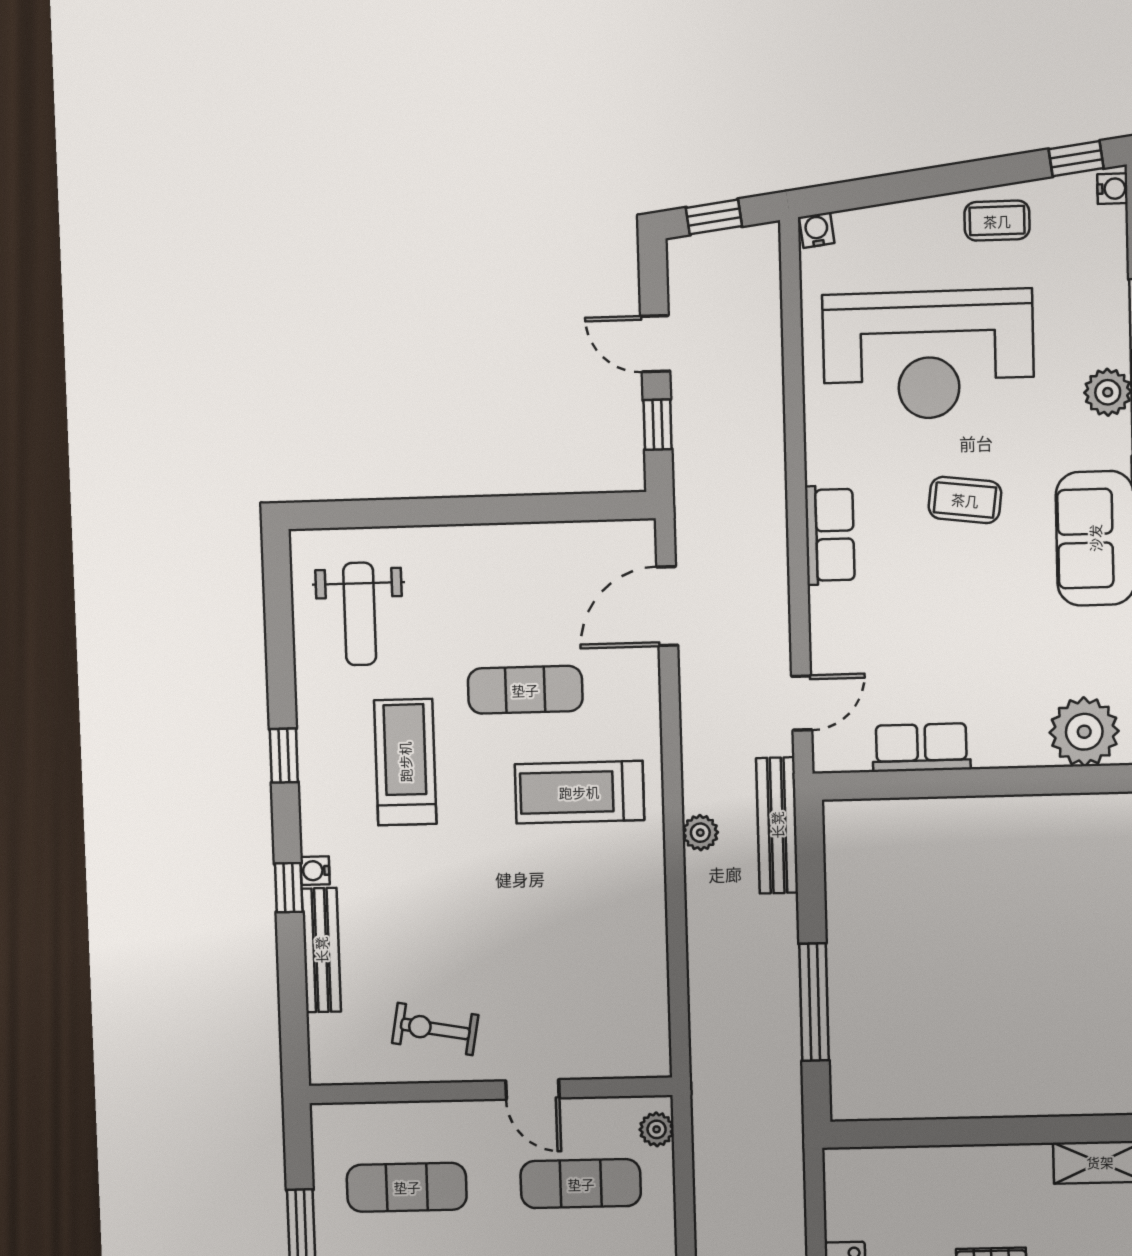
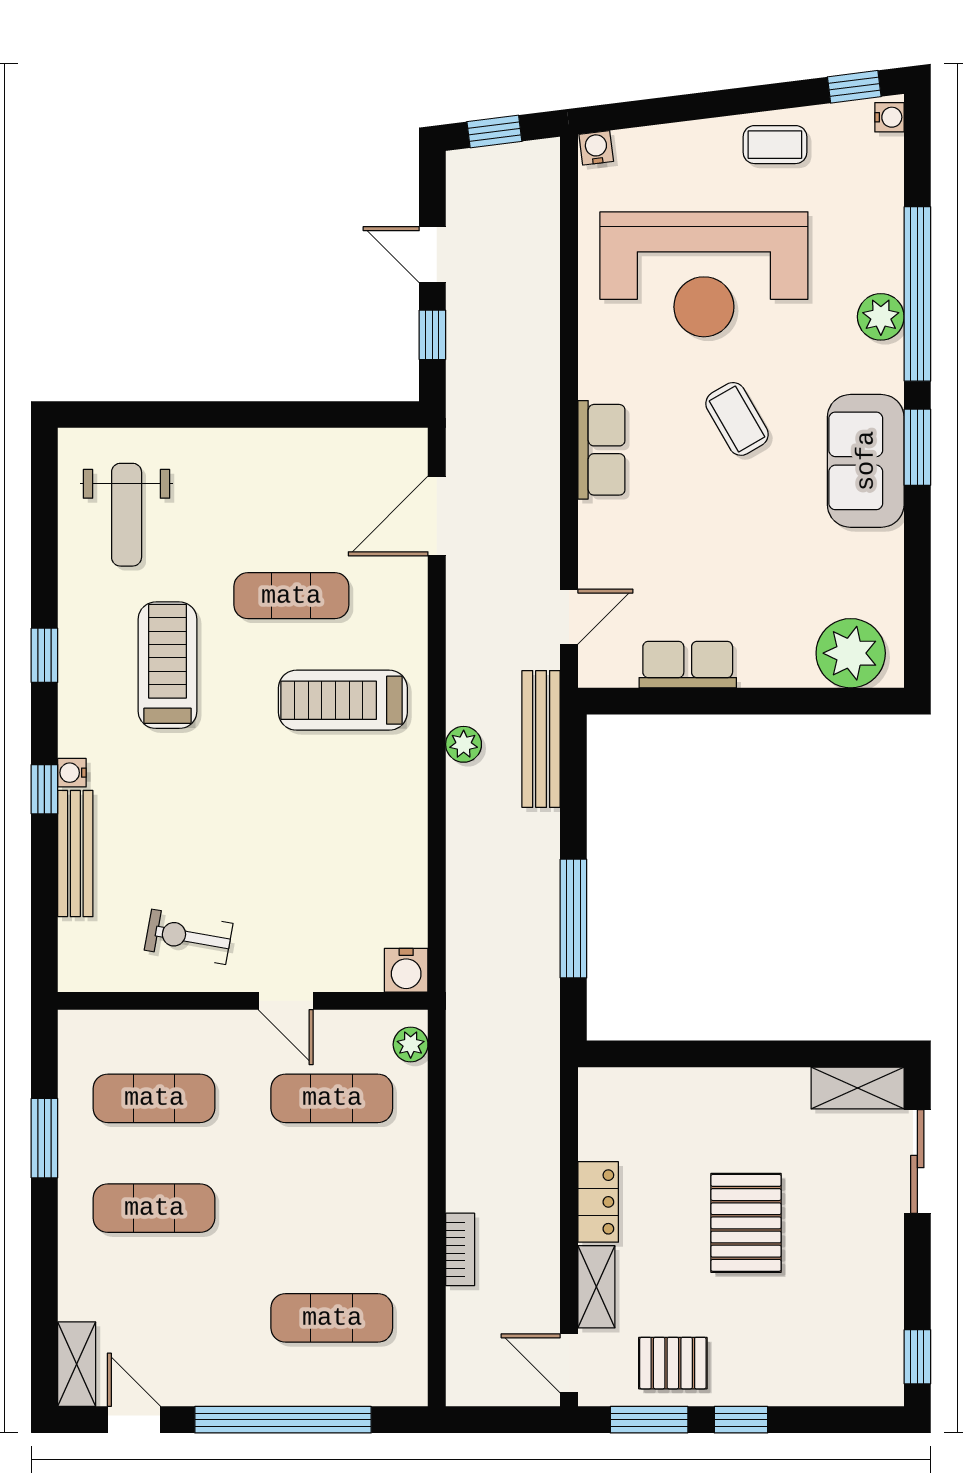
coffee table: (965, 500) -> (737, 419), turned 53
water cooler: (650, 1057) -> (406, 970), added

